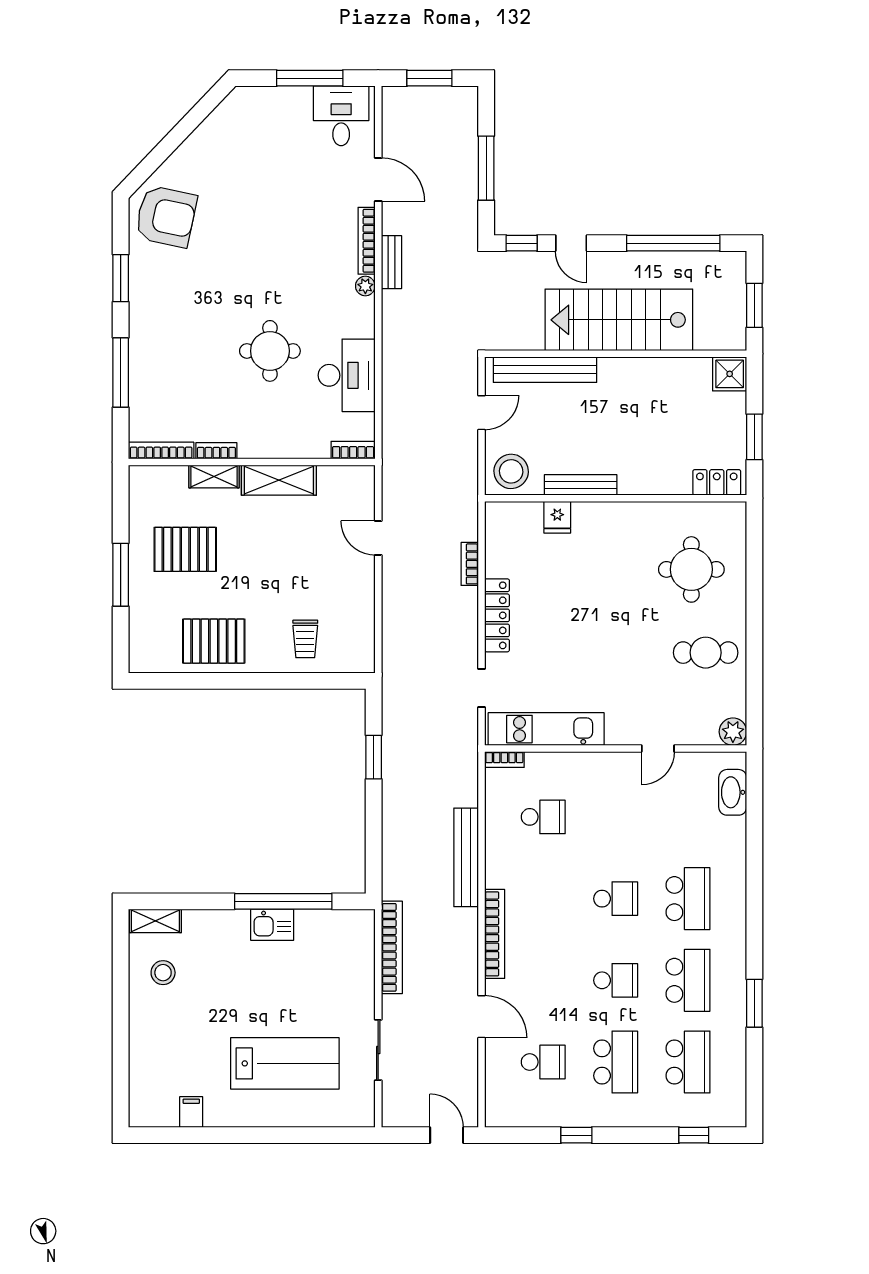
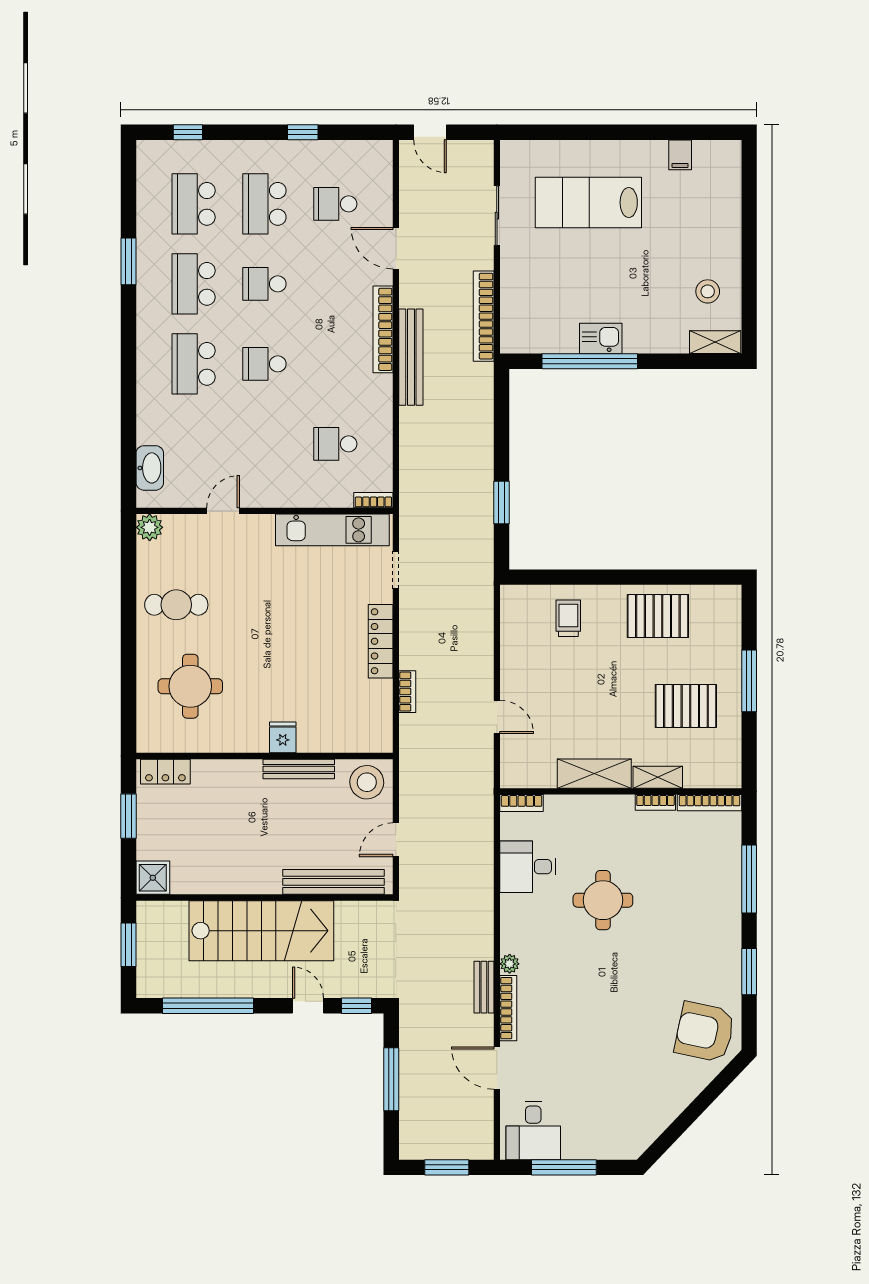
desk: (347, 375) -> (528, 867), width x0.73
fridge: (557, 517) -> (283, 737), moved
bench: (466, 857) -> (411, 357), moved

